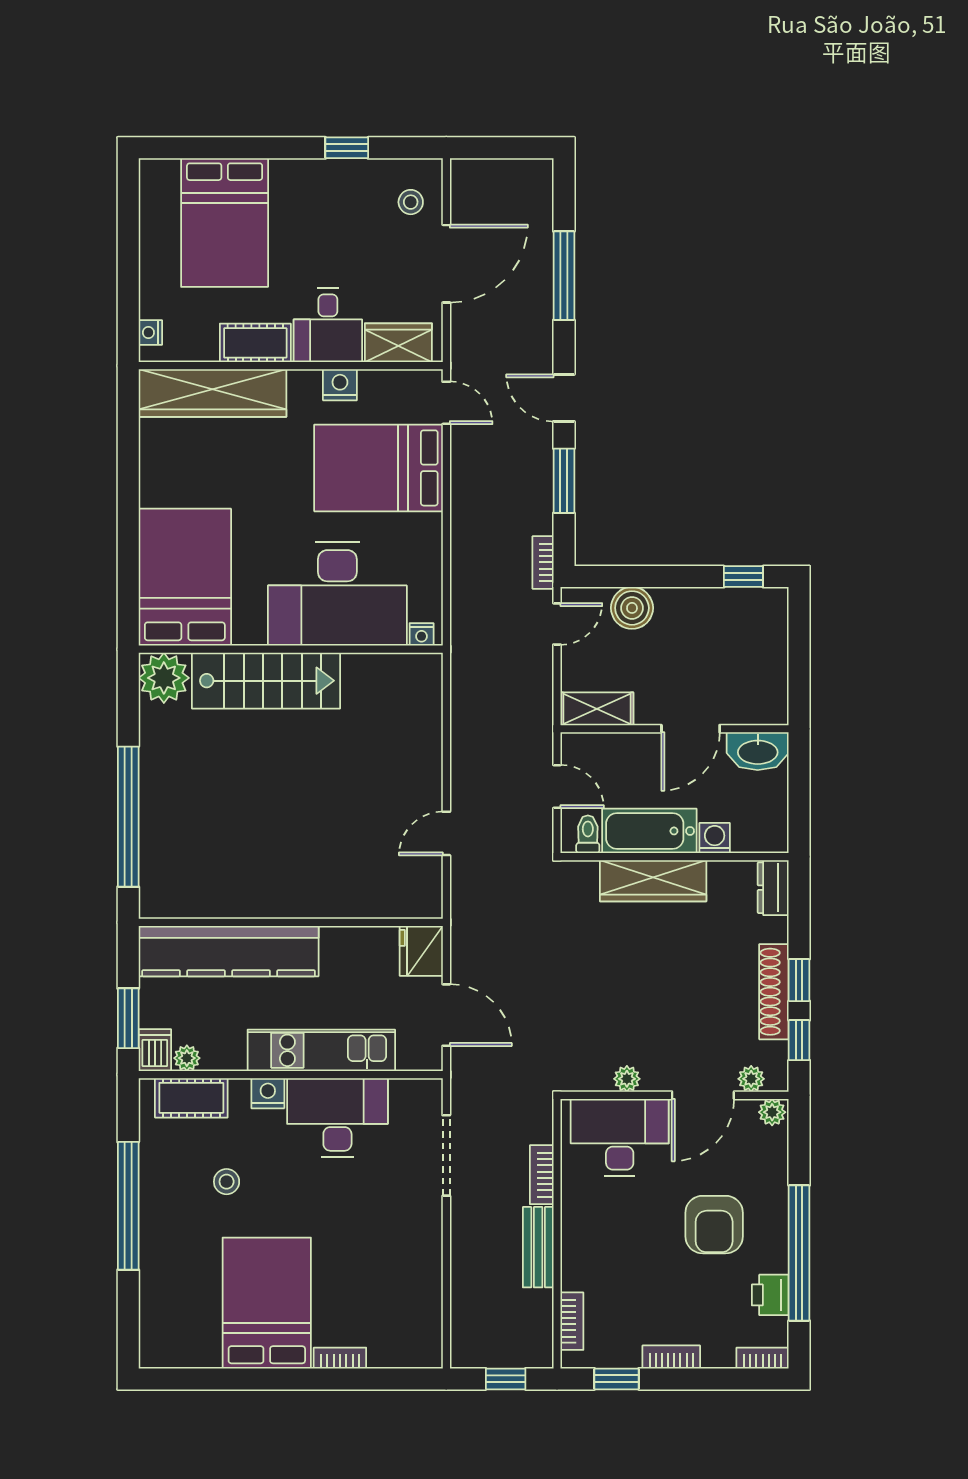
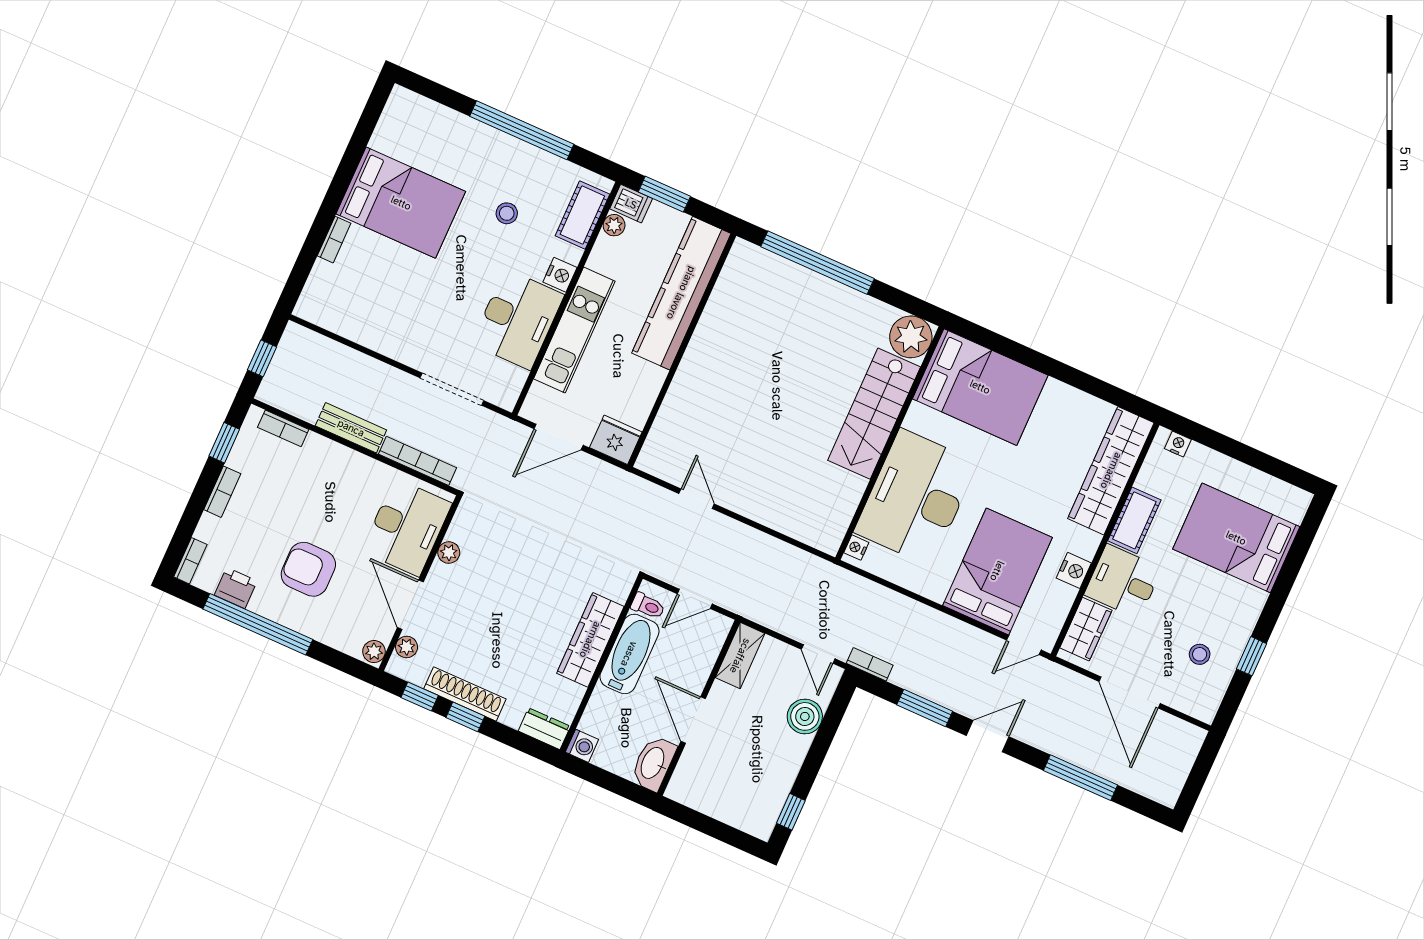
stool: (411, 202) -> (1200, 654), moved
washing machine: (715, 838) -> (582, 746), moved
bookcase: (542, 1175) -> (417, 461), width x1.56

